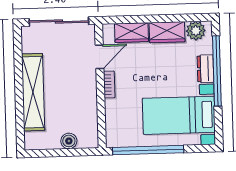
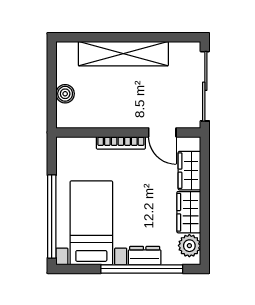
bookcase: (109, 84) -> (121, 143), width x1.56
window: (148, 150) -> (52, 217), moved

